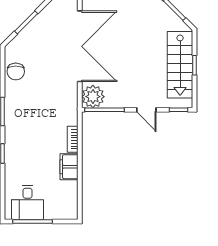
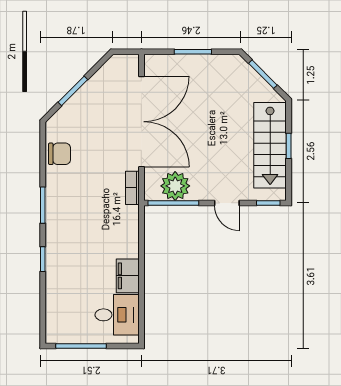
chair: (16, 71) -> (60, 154), turned -90
plant: (93, 97) -> (175, 186), moved
bookcase: (73, 139) -> (132, 188), moved
desk: (28, 202) -> (117, 315), moved, turned -90

